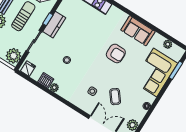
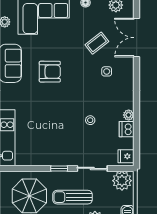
kitchen counter: (54, 25) -> (61, 158), removed
armchair: (116, 53) -> (50, 72), turned 90

